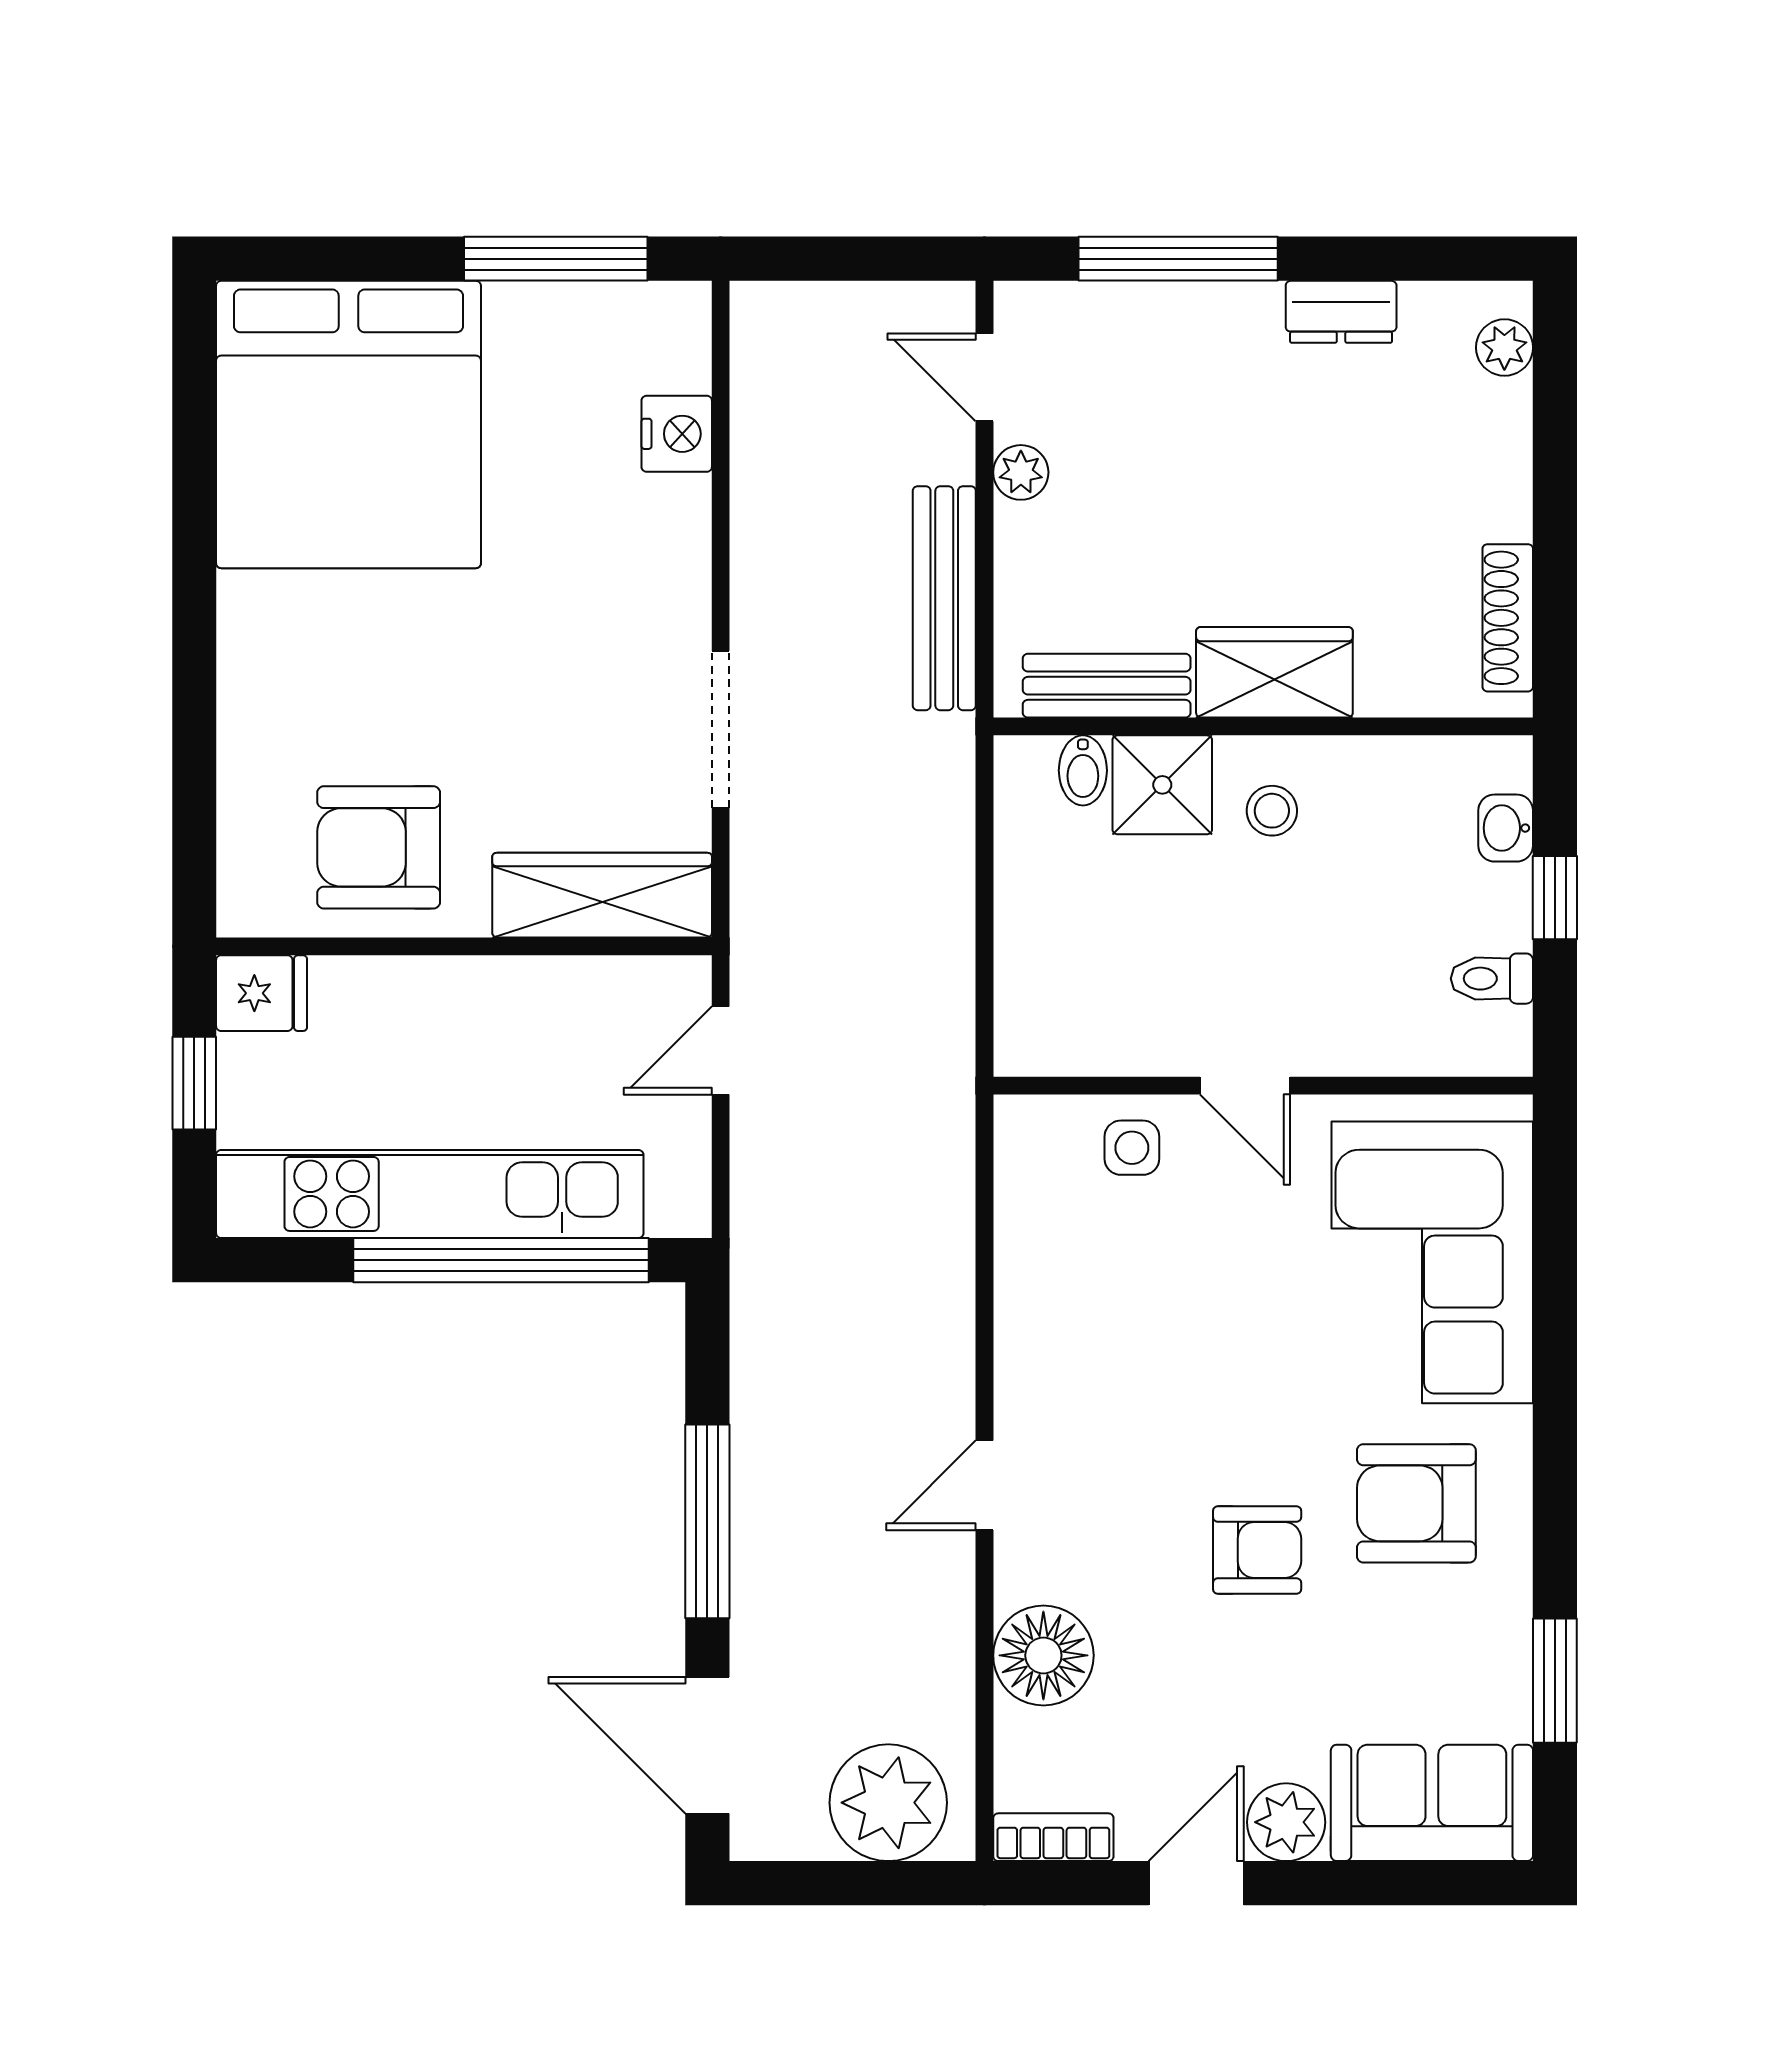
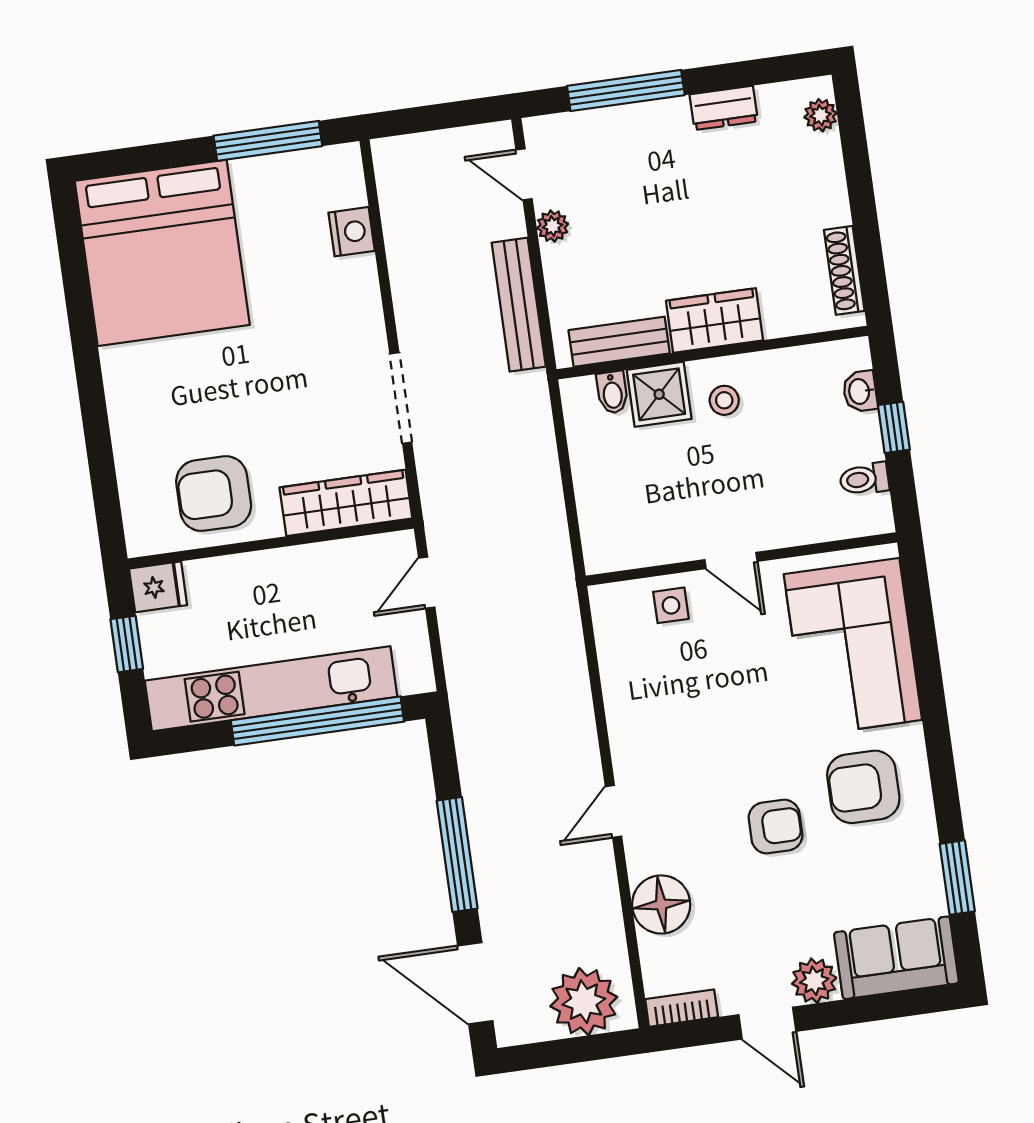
door: (1196, 1883) -> (767, 1023), swing flipped

